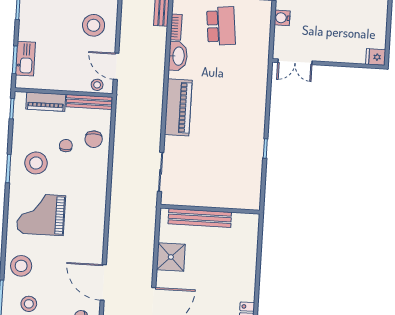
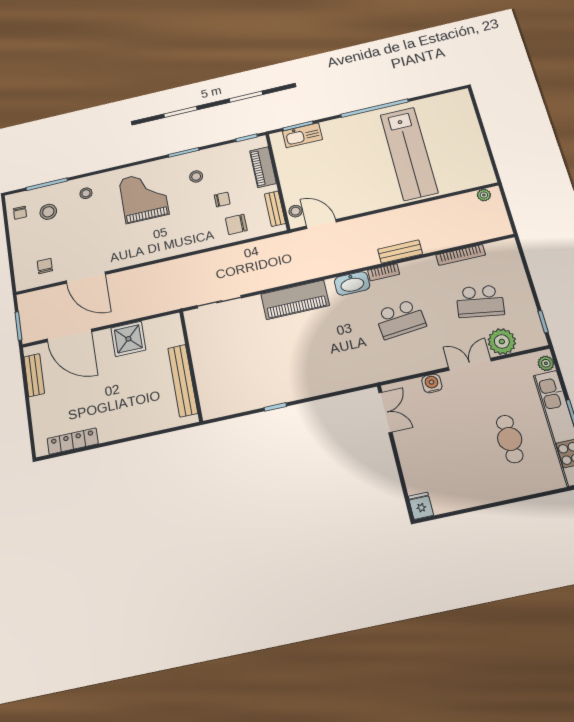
stool: (94, 25) -> (358, 189), removed
double door: (295, 62) -> (385, 412), swing flipped
door: (116, 66) -> (321, 224), hinge flipped
bench: (89, 102) -> (275, 209), width x0.73
stool: (36, 163) -> (196, 176), width x0.53, depth x0.53
bench: (200, 218) -> (183, 381), moved
stool: (21, 266) -> (86, 193), width x0.53, depth x0.53
door: (103, 282) -> (86, 278), swing flipped

